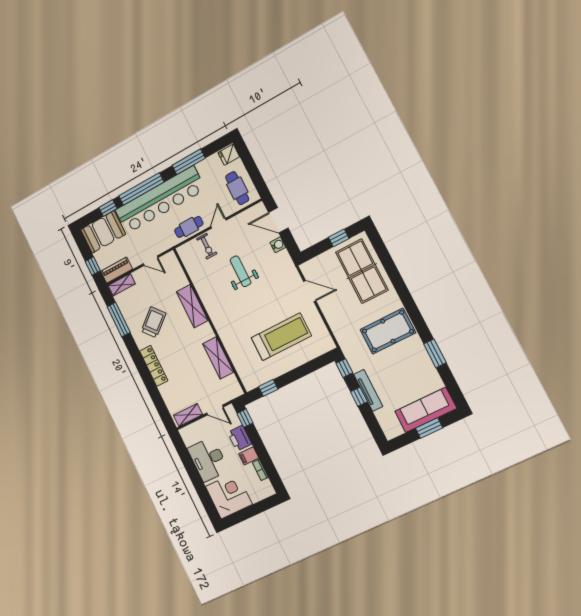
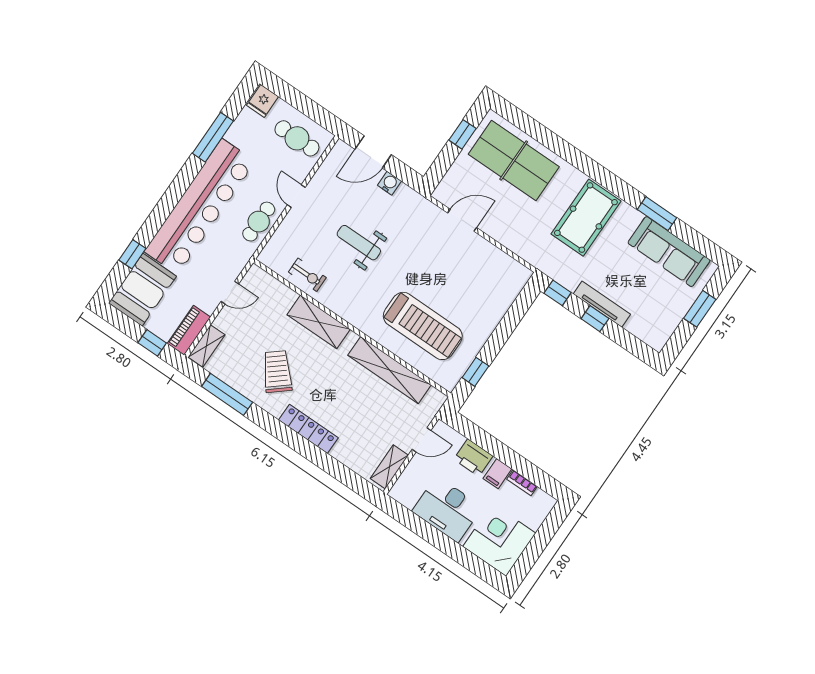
window: (141, 189) -> (166, 205), removed
exercise bike: (207, 246) -> (307, 275), moved
treadmill: (281, 337) -> (423, 326), moved, turned 90
shelving: (218, 358) -> (389, 370), width x1.47
sofa: (426, 410) -> (669, 252), moved, turned -90
window: (245, 418) -> (466, 428), removed

